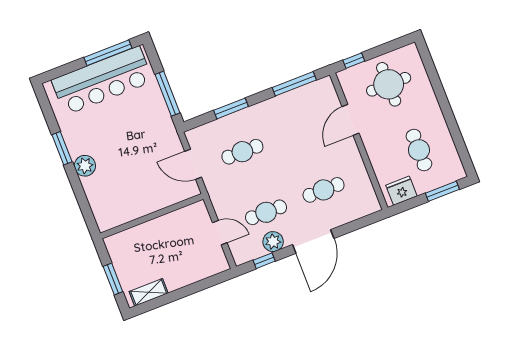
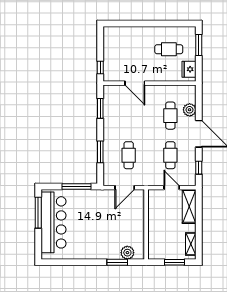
window: (294, 84) -> (100, 108), width x0.69
round table: (389, 84) -> (122, 52), removed
window: (62, 148) -> (117, 262), moved
plant: (85, 166) -> (127, 253), moved
door: (220, 233) -> (172, 188), hinge flipped
plant: (273, 242) -> (190, 110), moved
shelving: (202, 269) -> (189, 206), added

